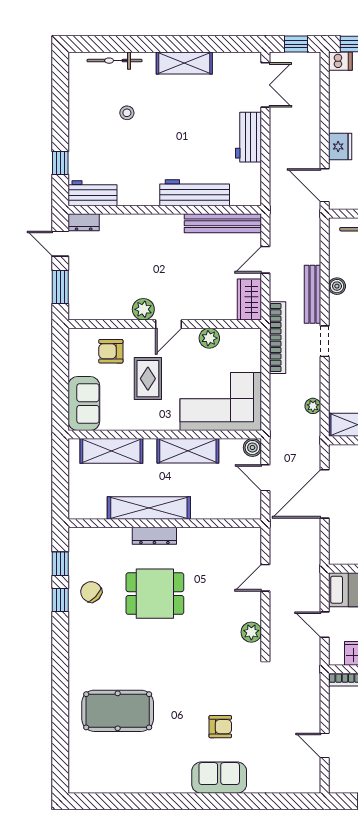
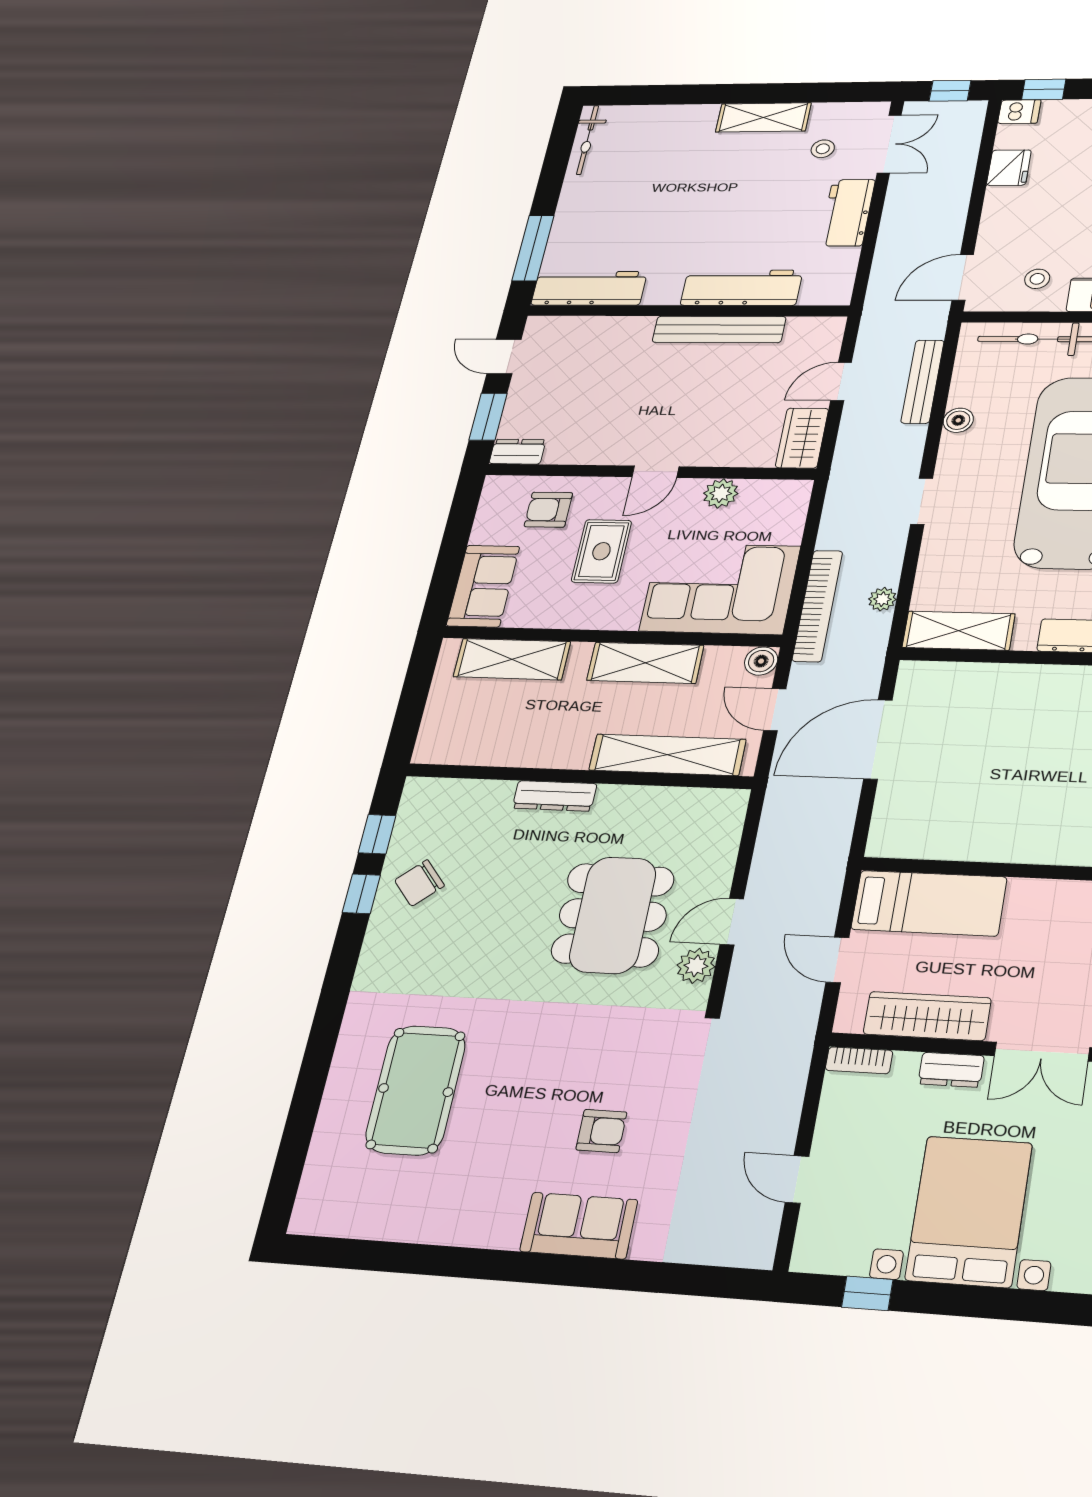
bicycle: (115, 61) -> (588, 140), moved, turned -90
stool: (127, 113) -> (823, 149), moved
fridge: (340, 146) -> (1009, 168), moved
window: (60, 163) -> (533, 248), width x2.17
door: (325, 185) -> (963, 277), hinge flipped
workbench: (93, 193) -> (589, 288), width x1.38
dresser: (84, 222) -> (517, 452), moved, turned 180
bench: (223, 223) -> (719, 329), moved
bench: (312, 294) -> (923, 382), moved
plant: (143, 309) -> (618, 450), removed
bookcase: (278, 338) -> (817, 606), moved
shelving: (149, 508) -> (667, 755), moved
door: (265, 578) -> (732, 922), moved
chair: (91, 592) -> (419, 883), turned -85
dining table: (155, 594) -> (613, 915), moved, width x1.38
pool table: (118, 711) -> (416, 1090), turned 90

